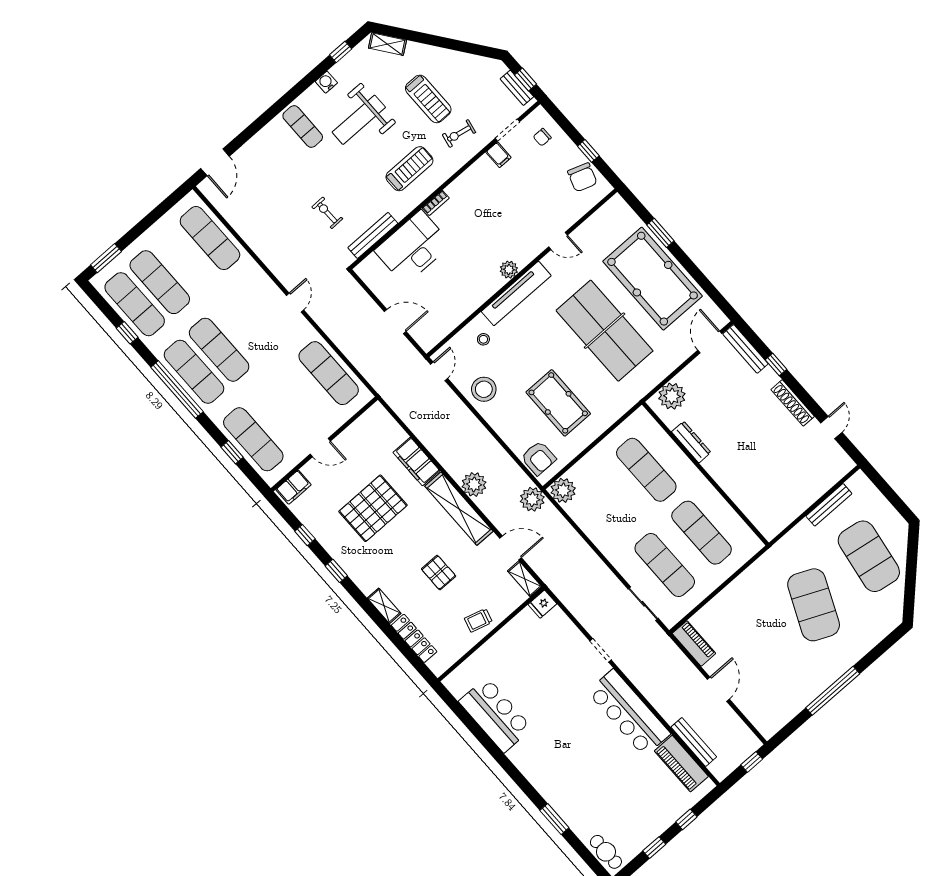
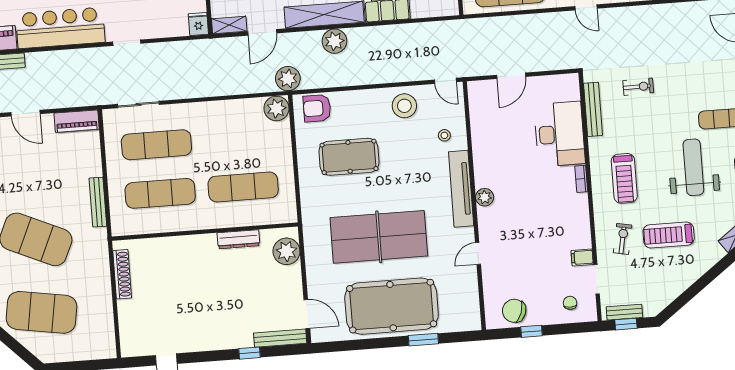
shoe rack: (793, 403) -> (122, 274), moved, turned 90
bench: (829, 505) -> (98, 202), moved

